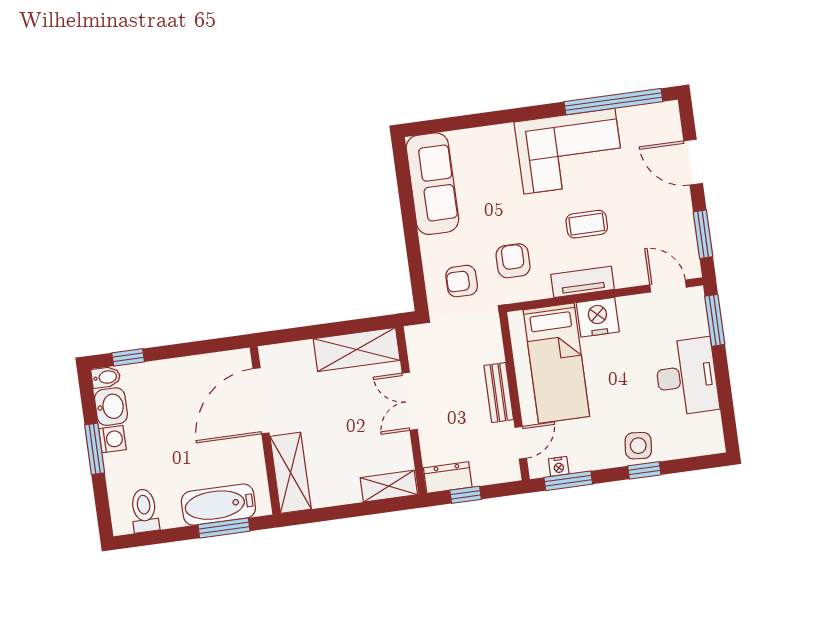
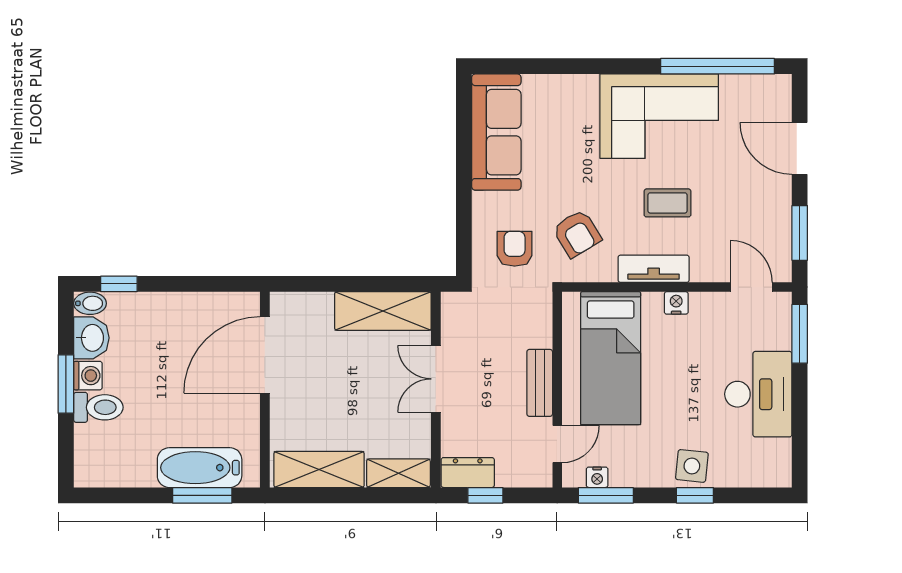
armchair: (513, 261) -> (577, 234), turned 149
armchair: (462, 281) -> (515, 249), turned 90
nightstand: (598, 317) -> (676, 303), width x0.53, depth x0.56
shelving: (291, 473) -> (319, 469), moved, turned 90
toilet: (144, 511) -> (98, 407), moved, turned 90

